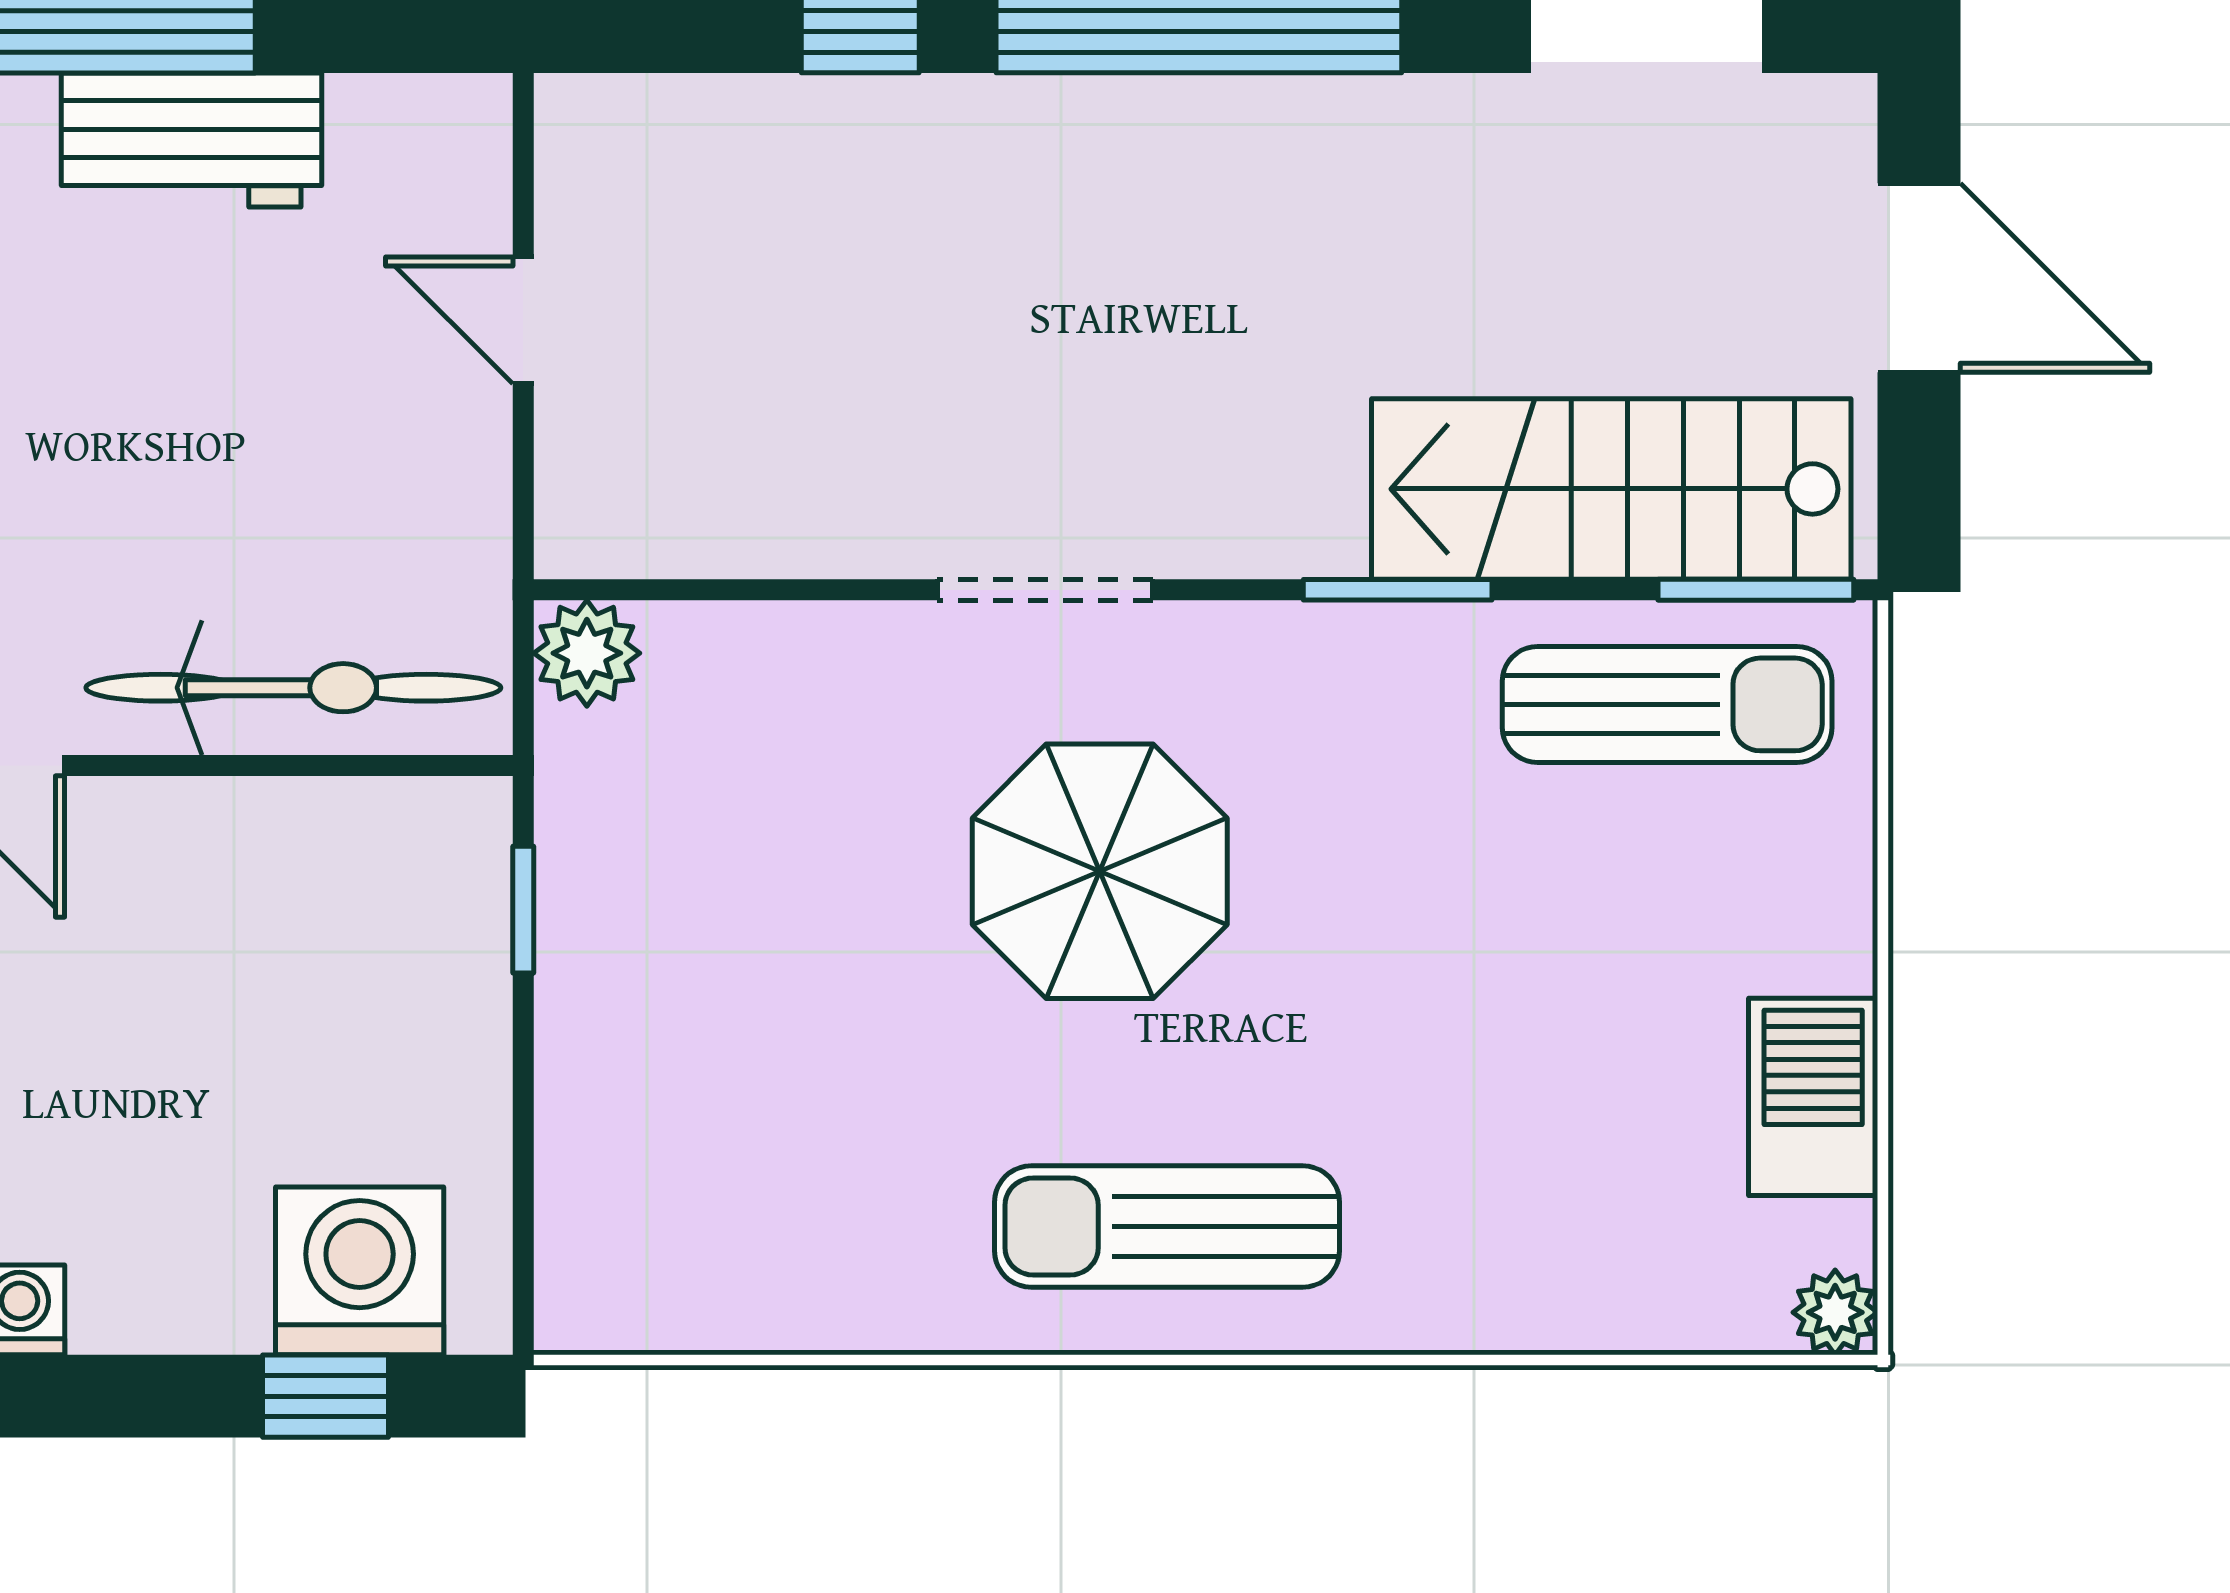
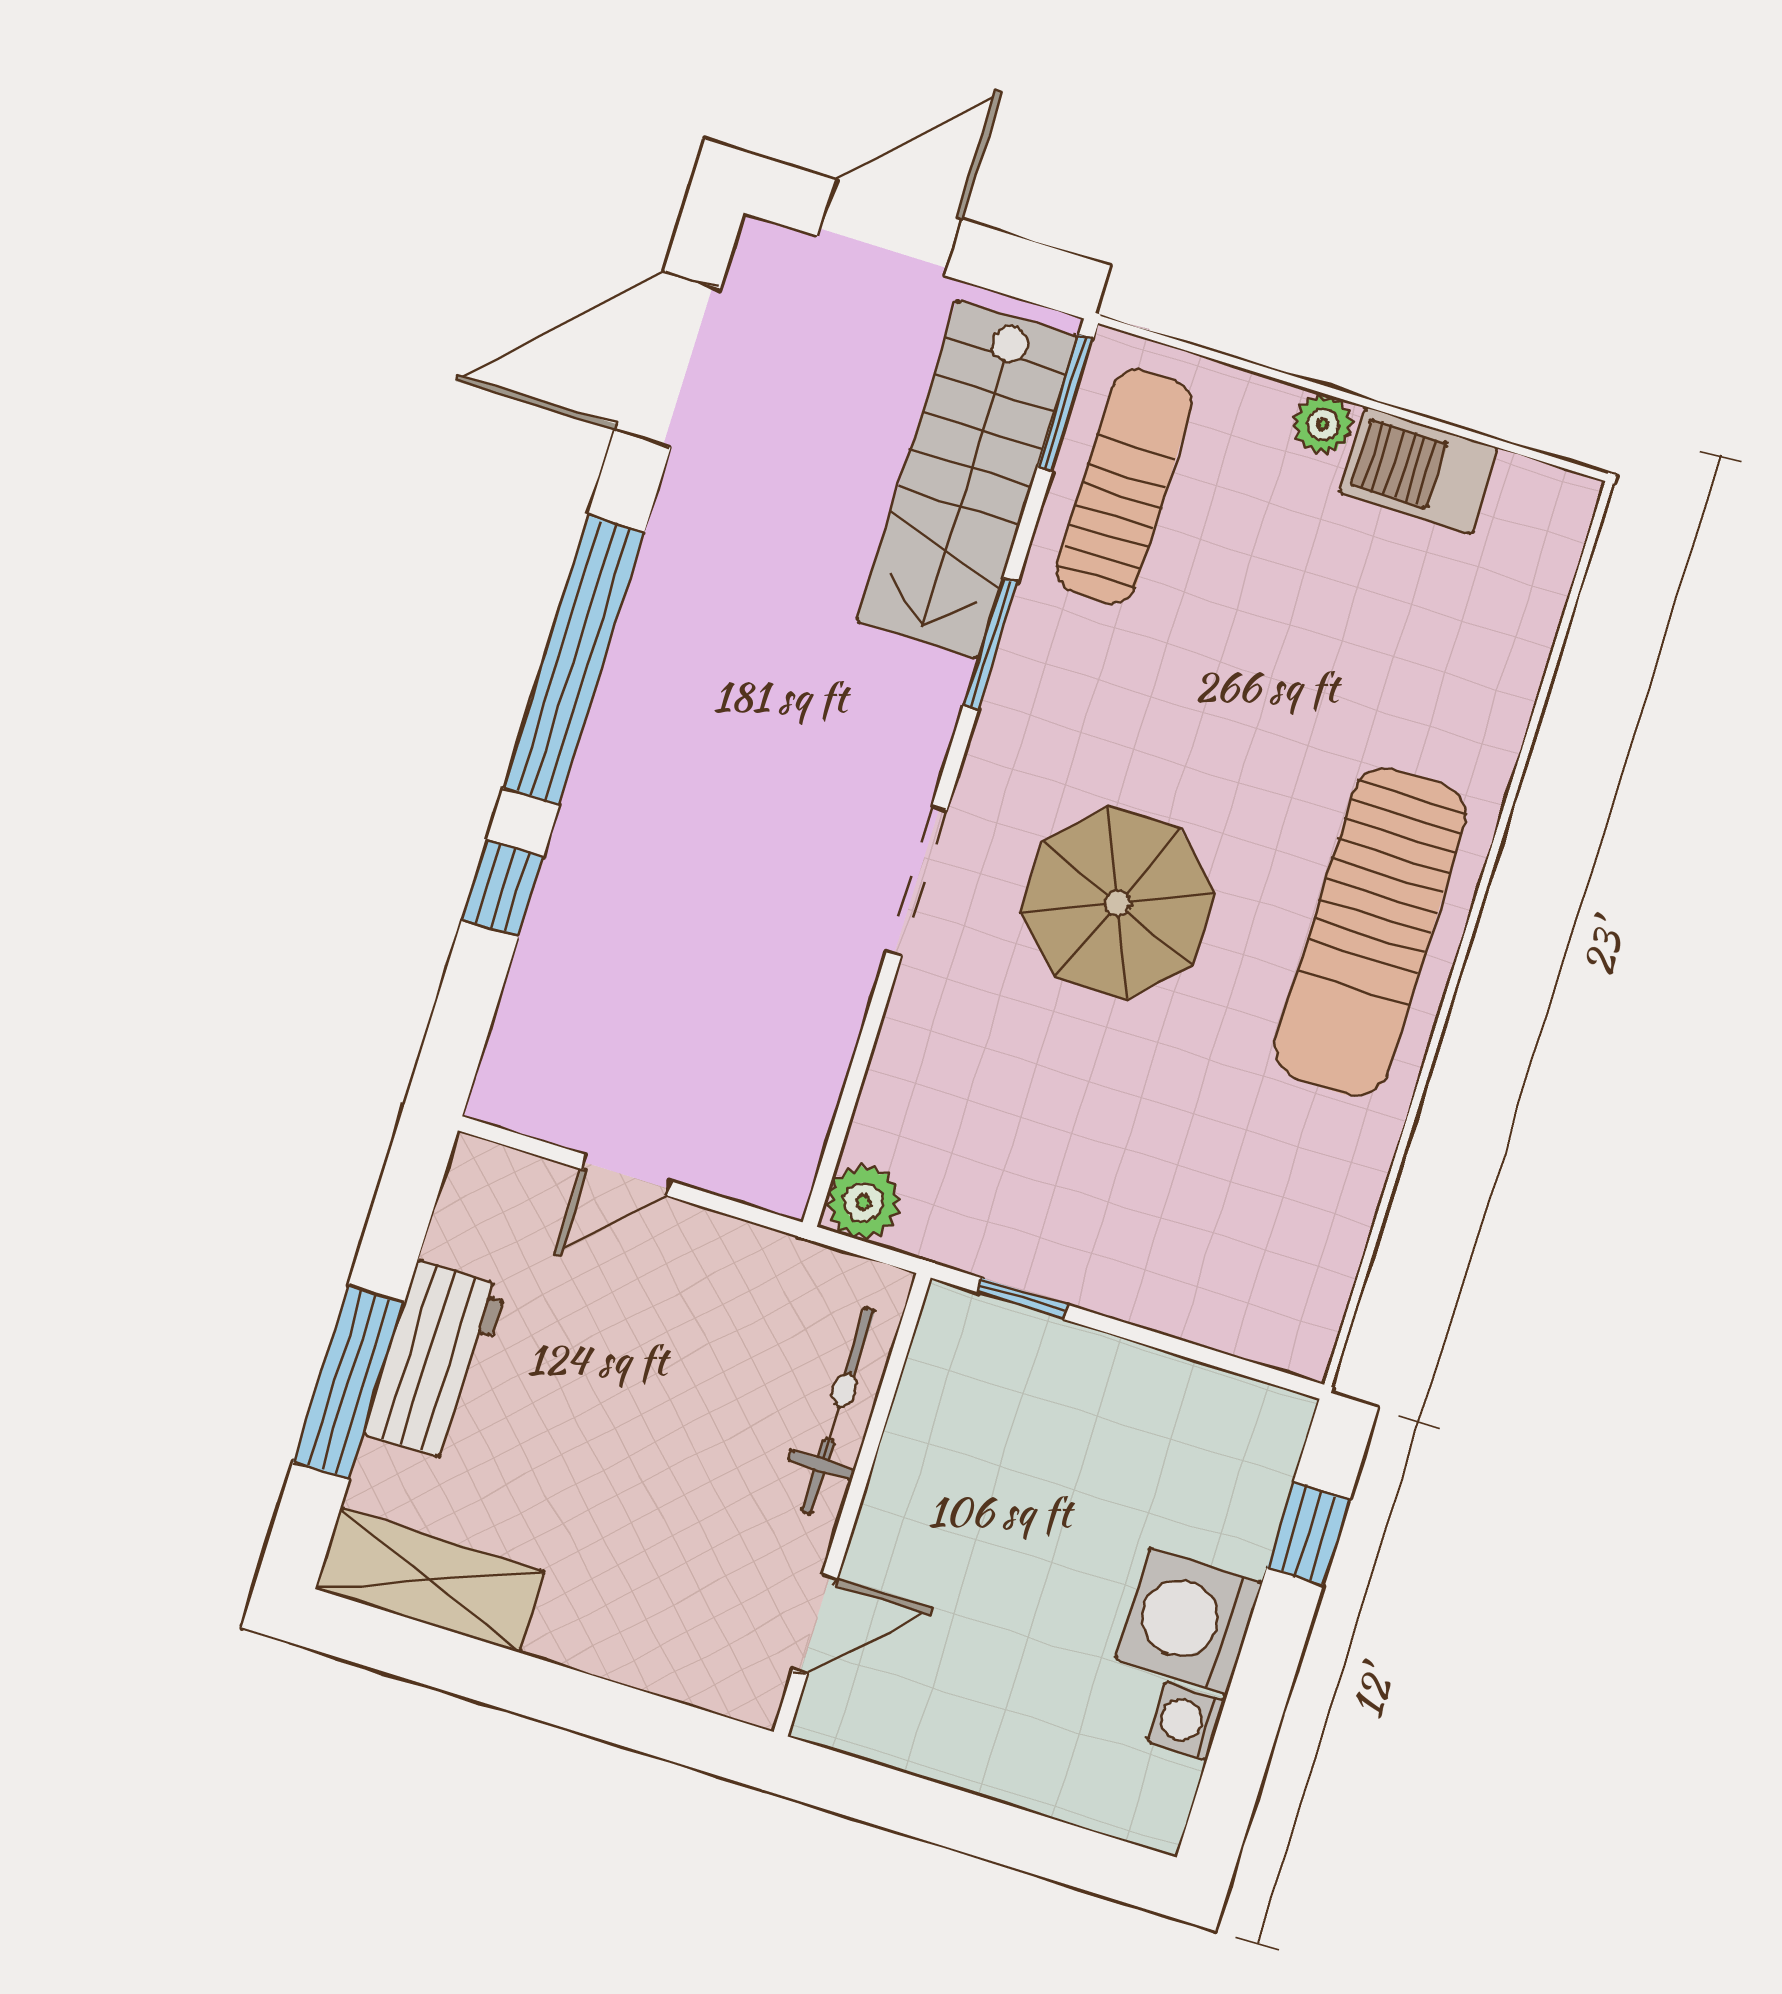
bicycle: (293, 688) -> (838, 1411), width x0.73, depth x0.71
sun lounger: (1167, 1227) -> (1371, 932), width x1.36, depth x1.34
washing machine: (360, 1271) -> (1189, 1621), moved
plant: (1835, 1312) -> (1323, 424), moved

